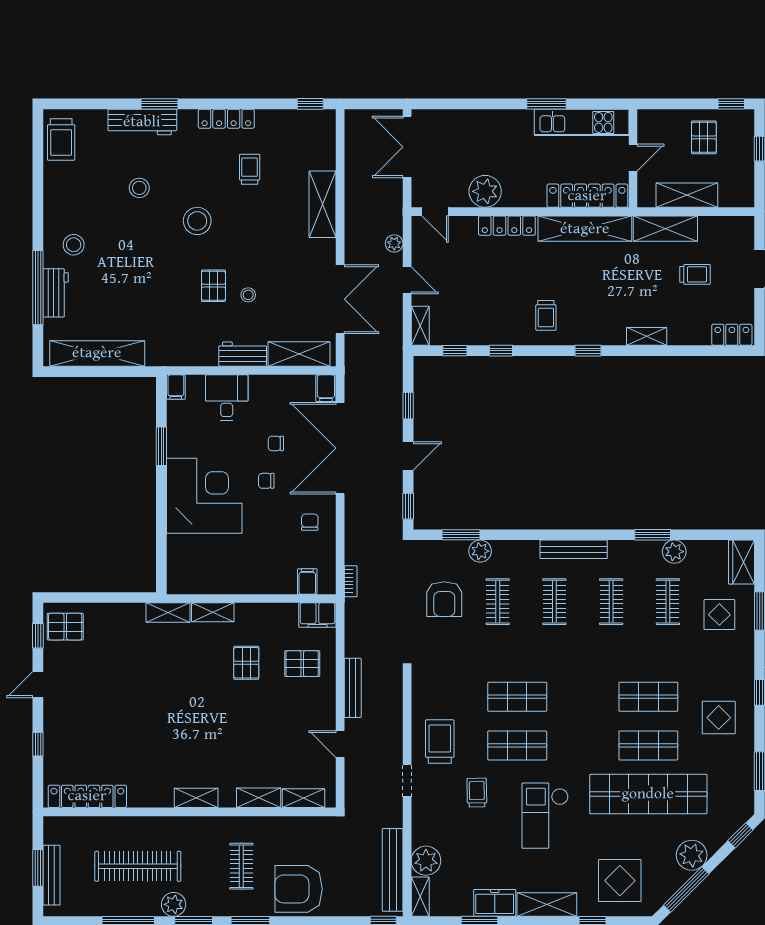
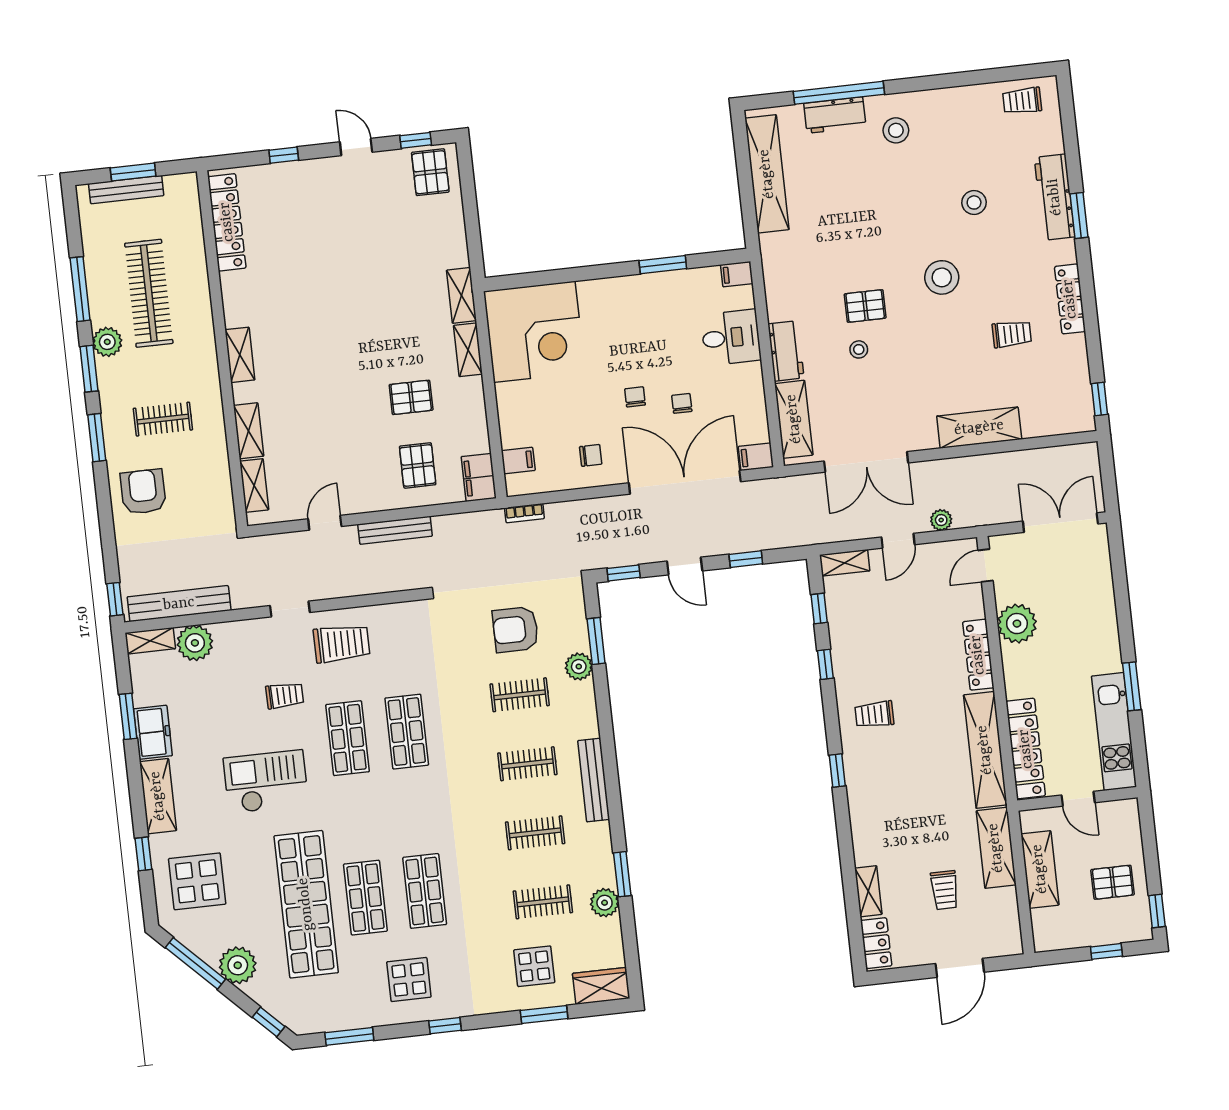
trolley: (61, 140) -> (1022, 101), width x0.73, depth x0.72
shelving: (647, 336) -> (868, 891), moved
corner desk: (204, 496) -> (534, 332), moved
armchair: (299, 889) -> (143, 492), width x0.73, depth x0.73

